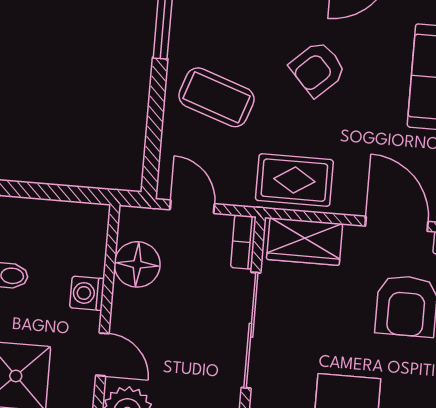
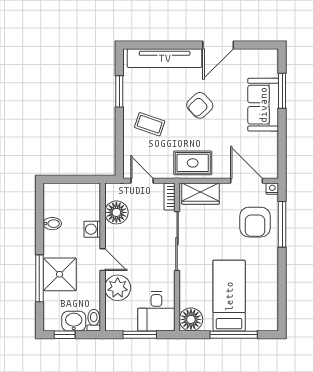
coffee table: (216, 97) -> (150, 124), width x0.73, depth x0.77

